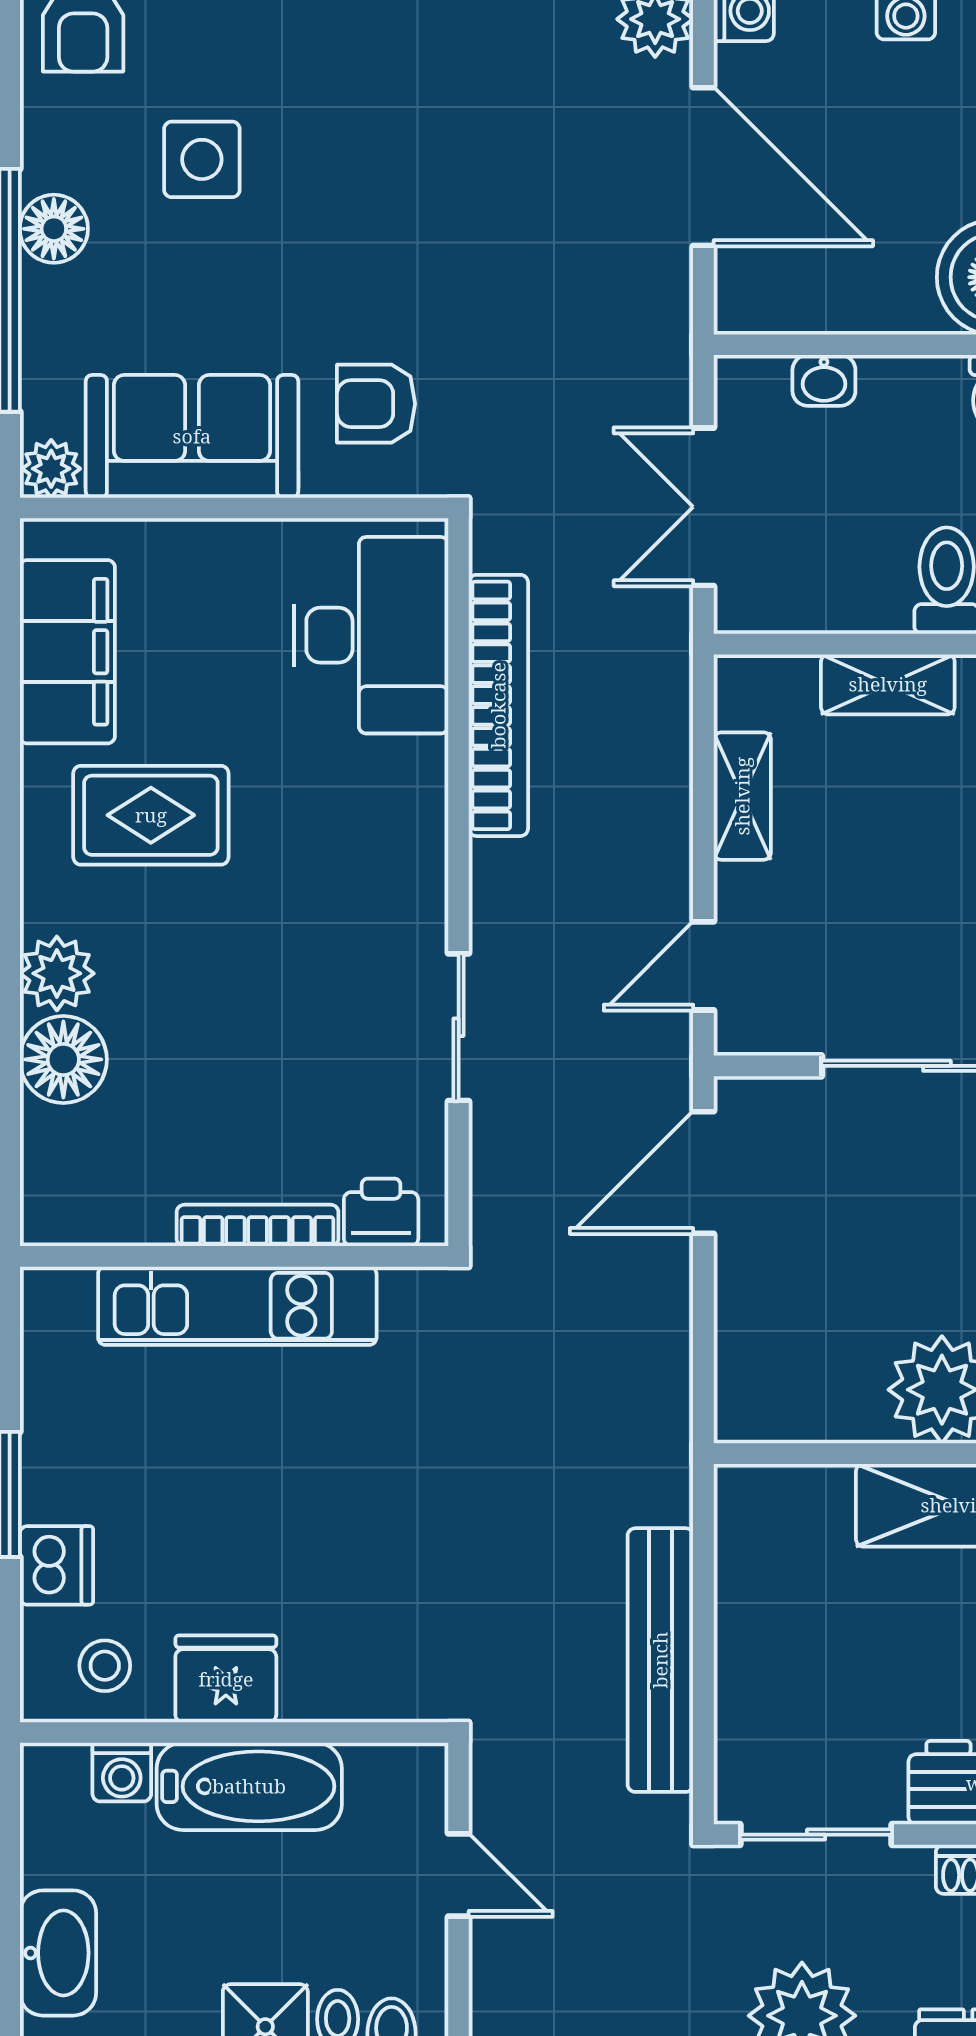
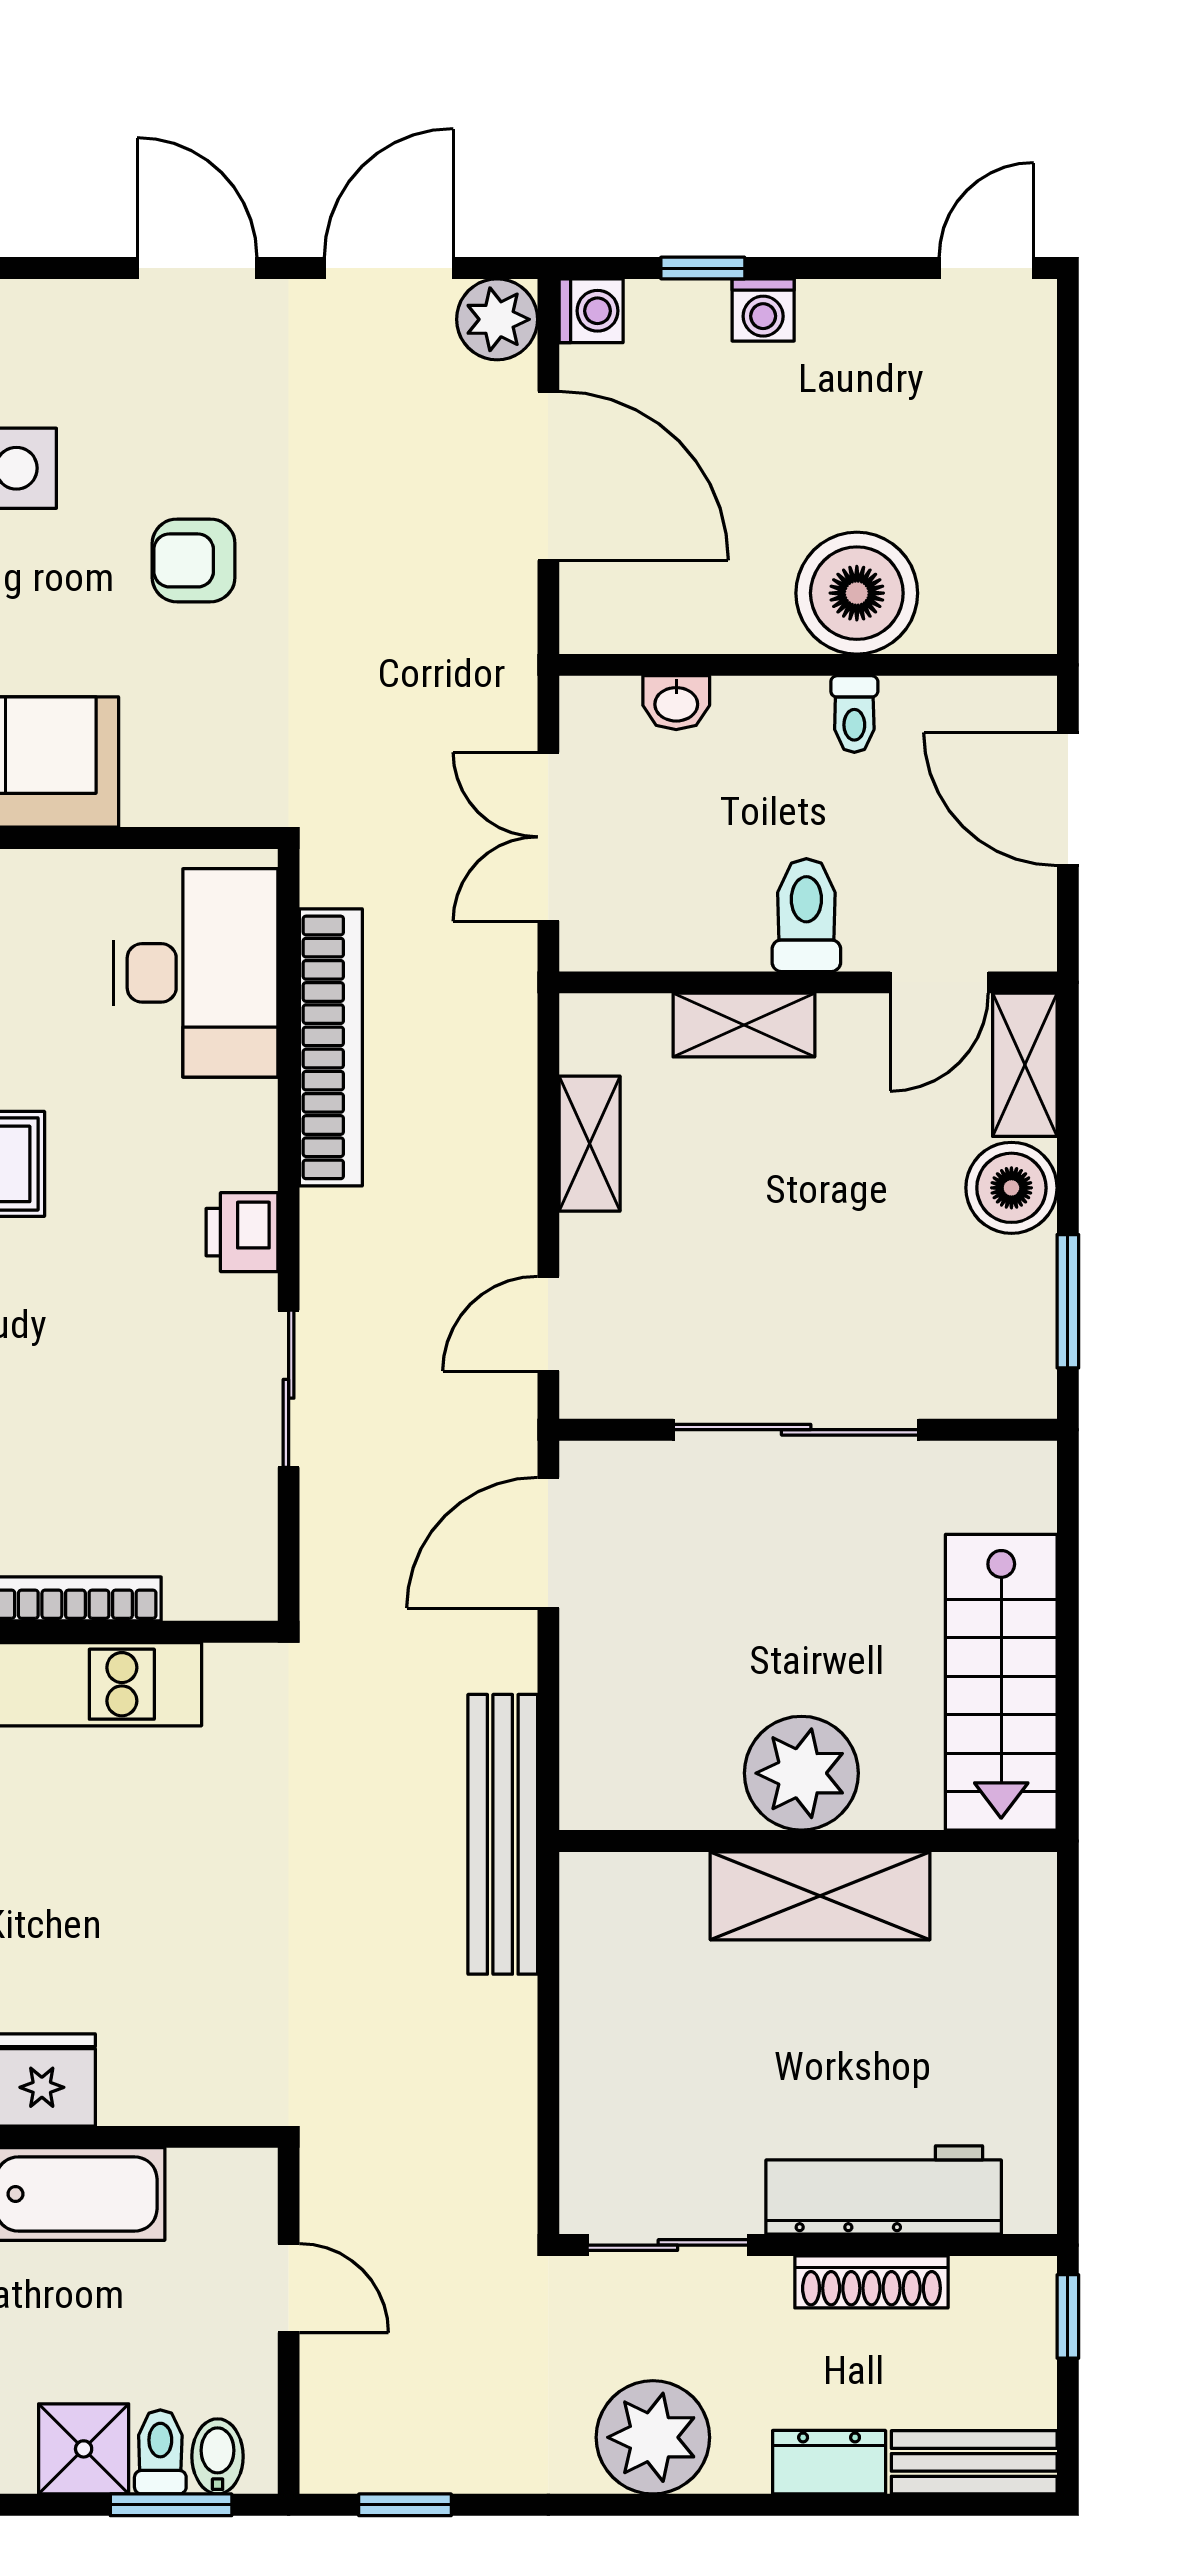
armchair: (376, 404) -> (194, 560), moved
printer: (381, 1212) -> (242, 1232), moved, turned -90
bench: (660, 1660) -> (503, 1834), moved

